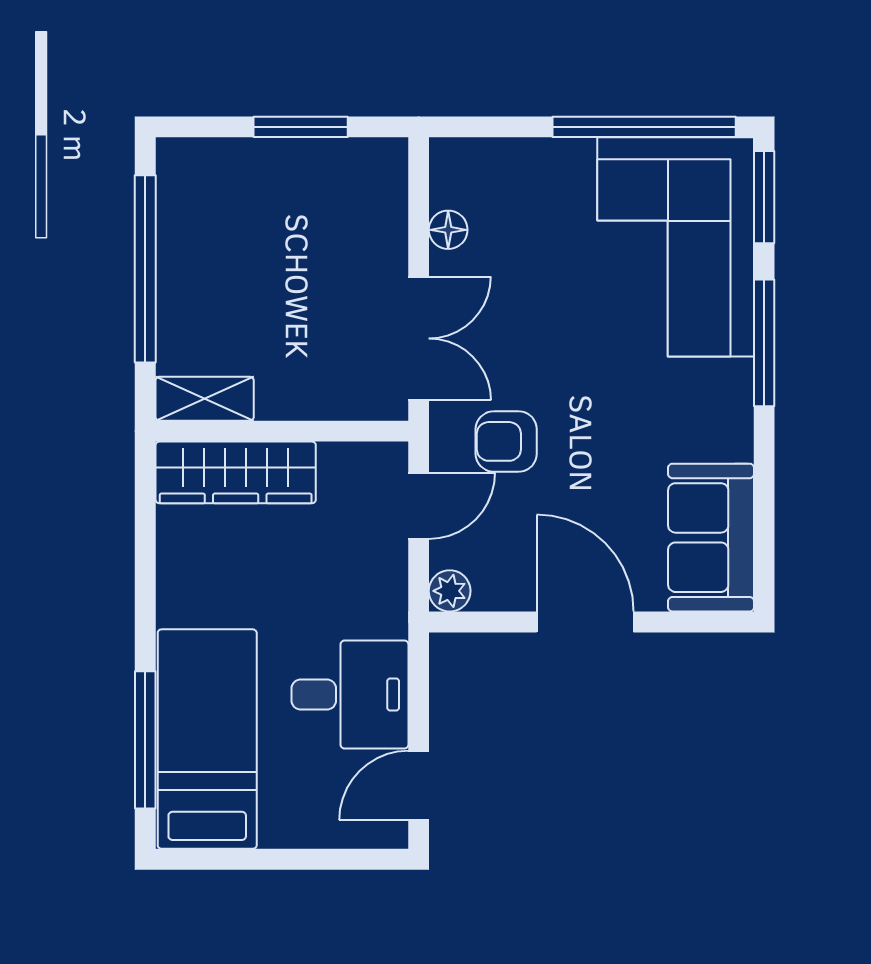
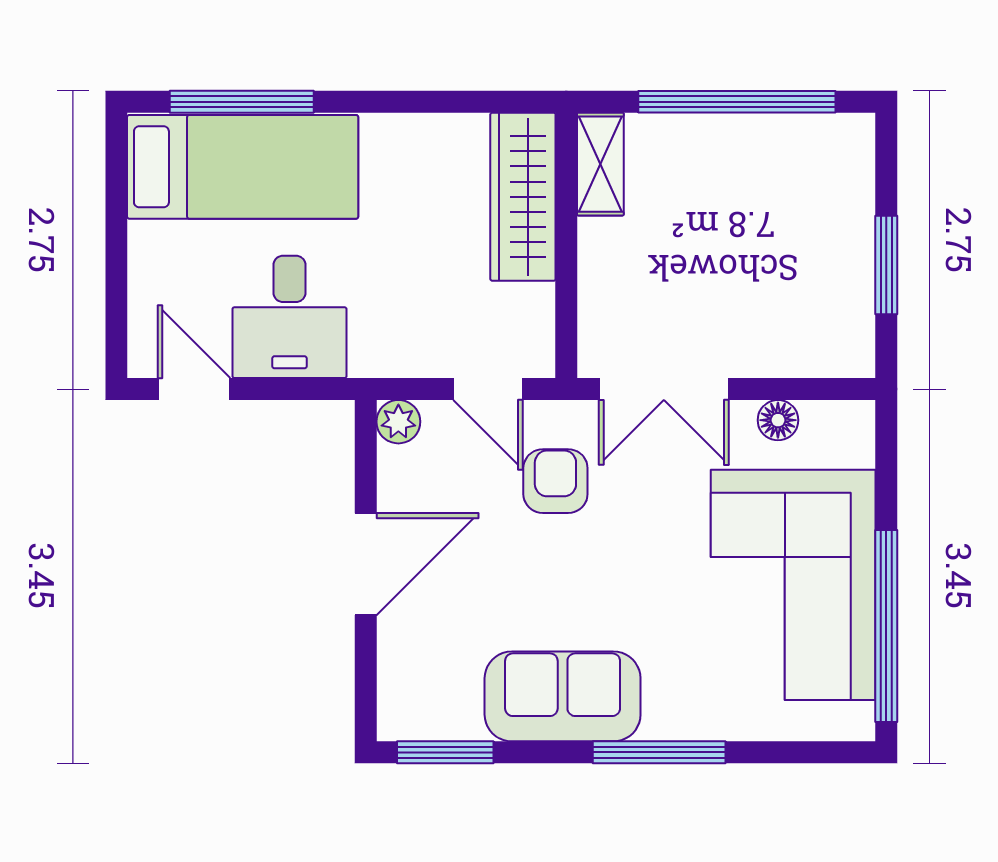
window: (764, 197) -> (445, 752), moved
corner sofa: (676, 247) -> (793, 585), moved, turned -90
sofa: (711, 538) -> (563, 696), moved

